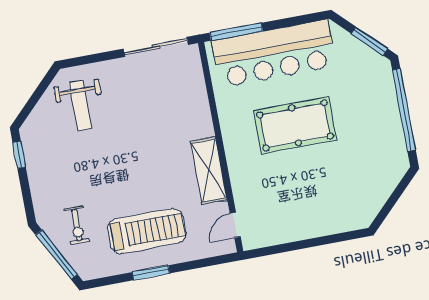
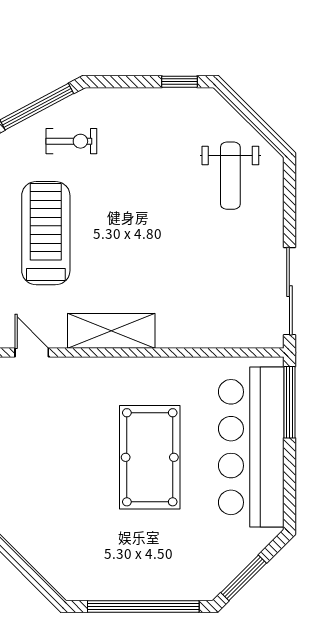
weight bench: (80, 105) -> (230, 176), turned -90
exercise bike: (77, 225) -> (71, 141), turned 180
treadmill: (147, 231) -> (46, 233), turned 180

